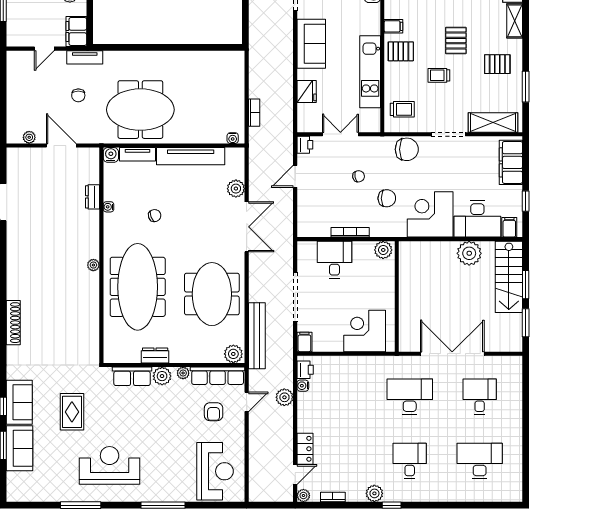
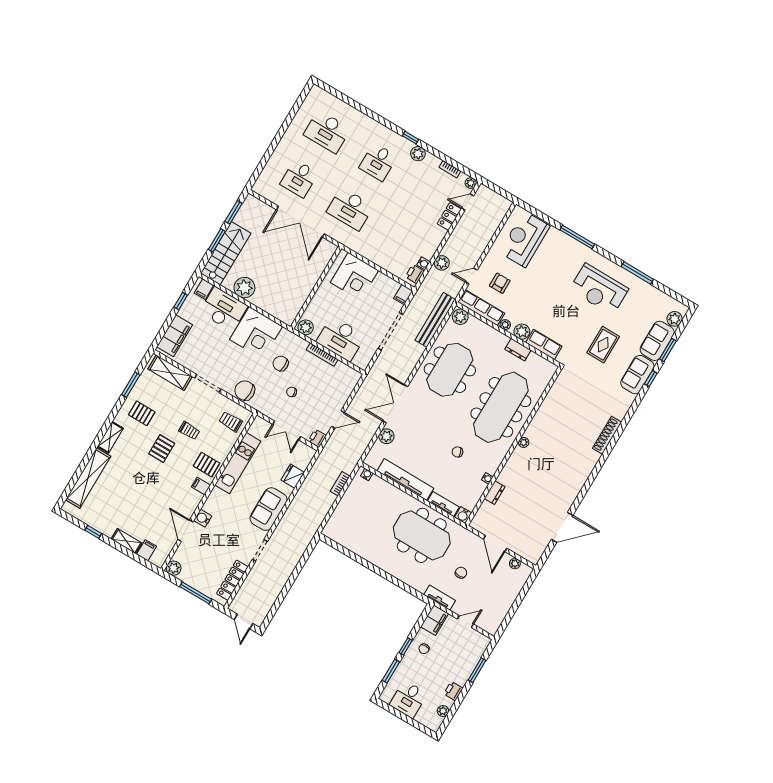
desk: (334, 260) -> (341, 339), width x1.37
plant: (15, 481) -> (674, 319), added

